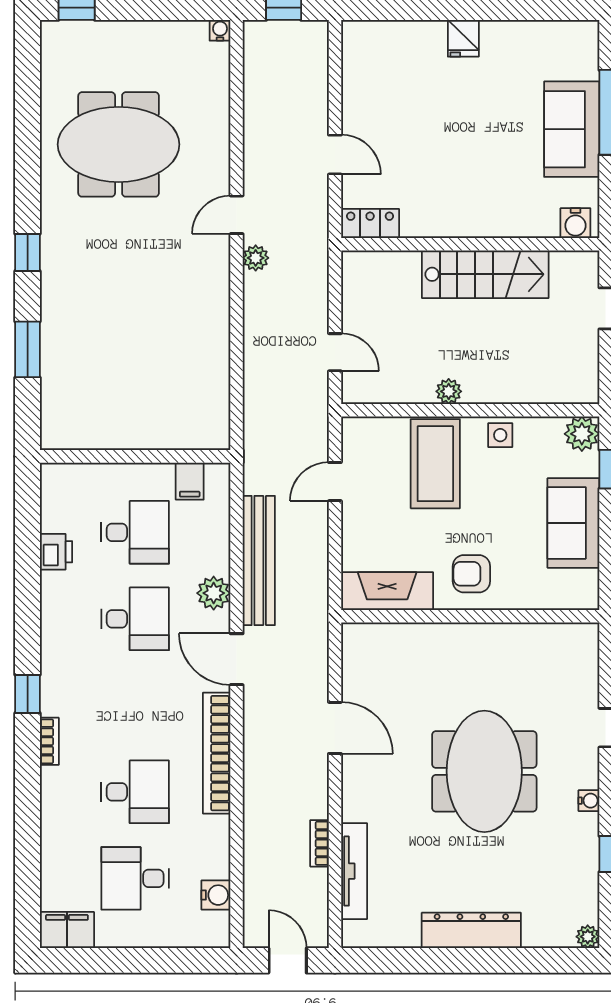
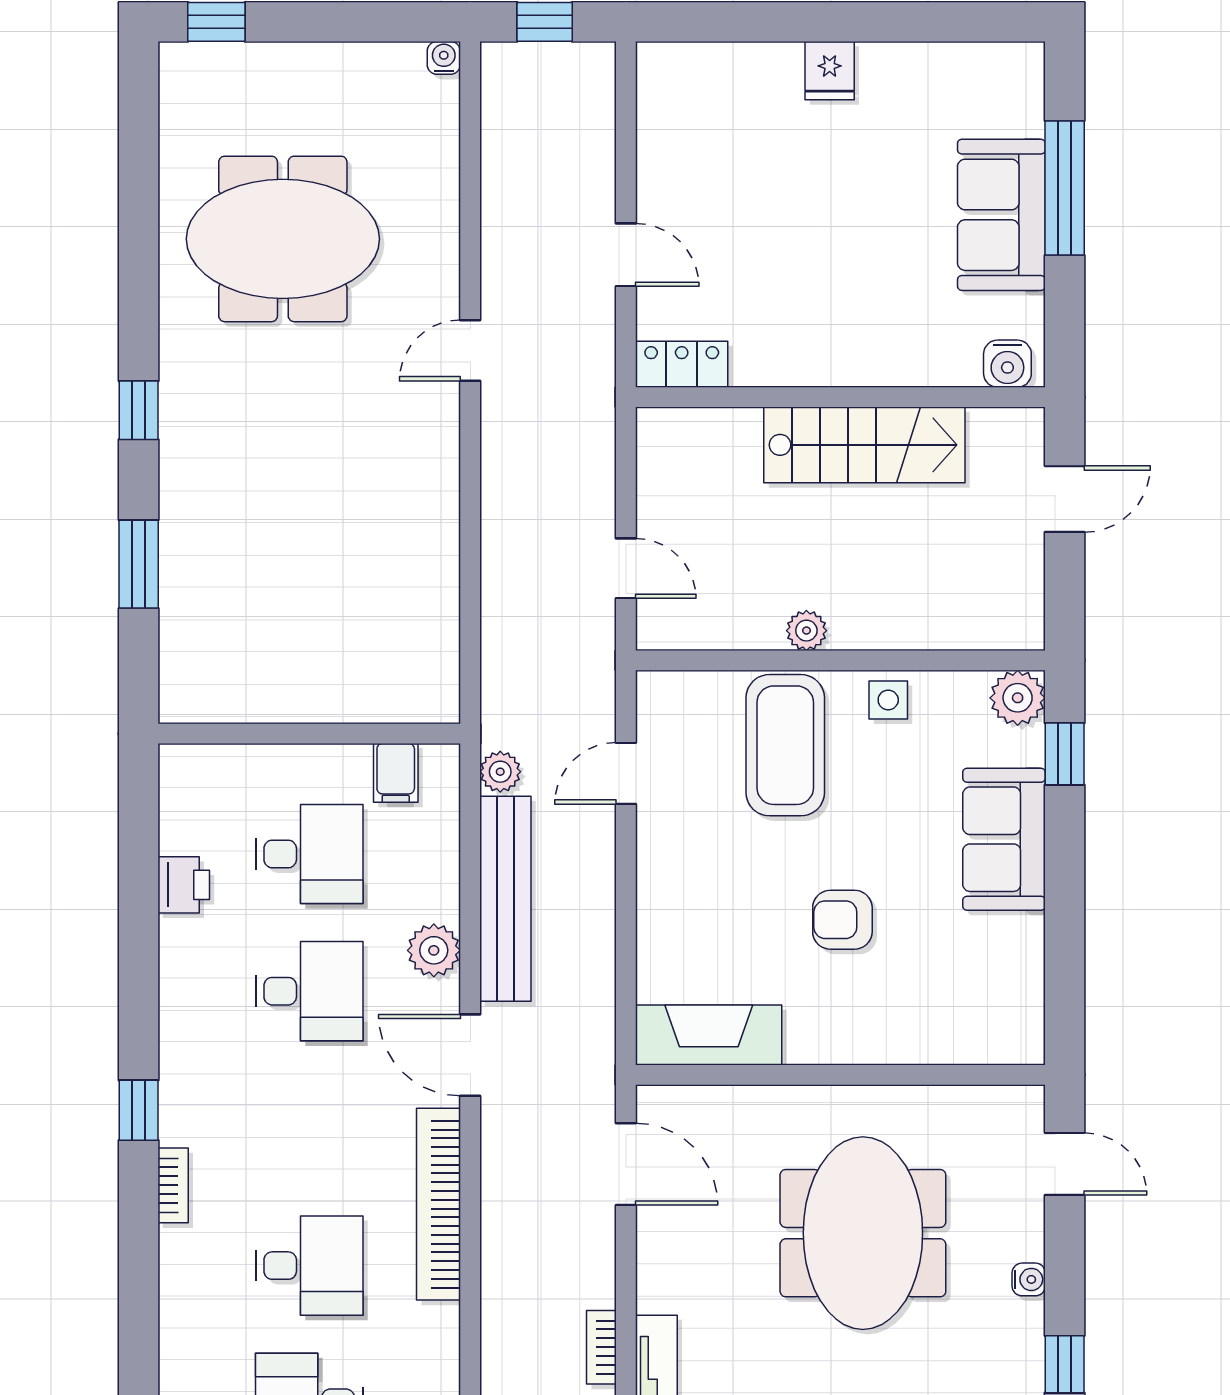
plant: (256, 258) -> (500, 772), moved
fireplace: (387, 591) -> (709, 1035), moved
wall: (470, 616) -> (840, 1075), moved

